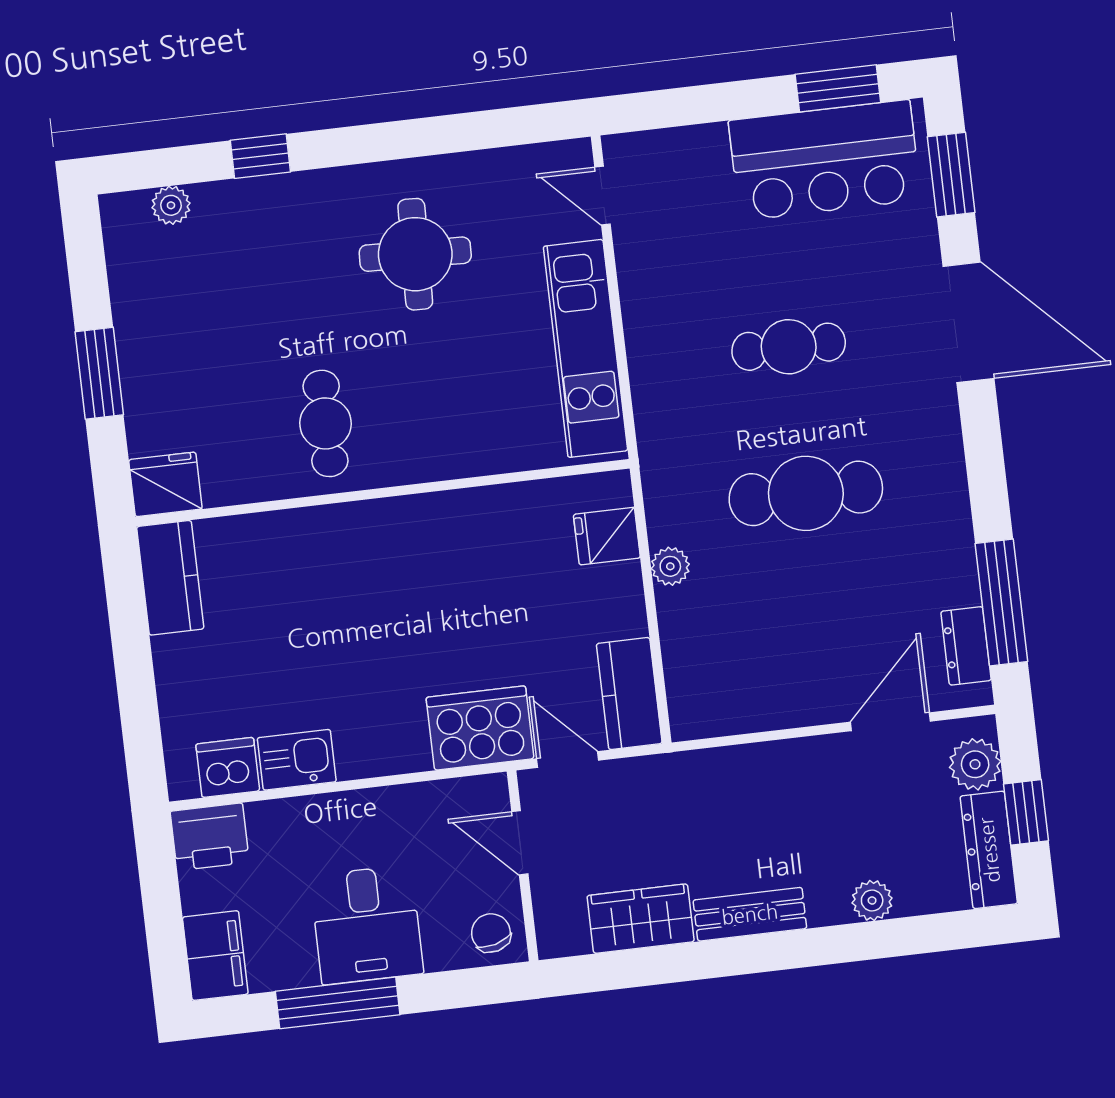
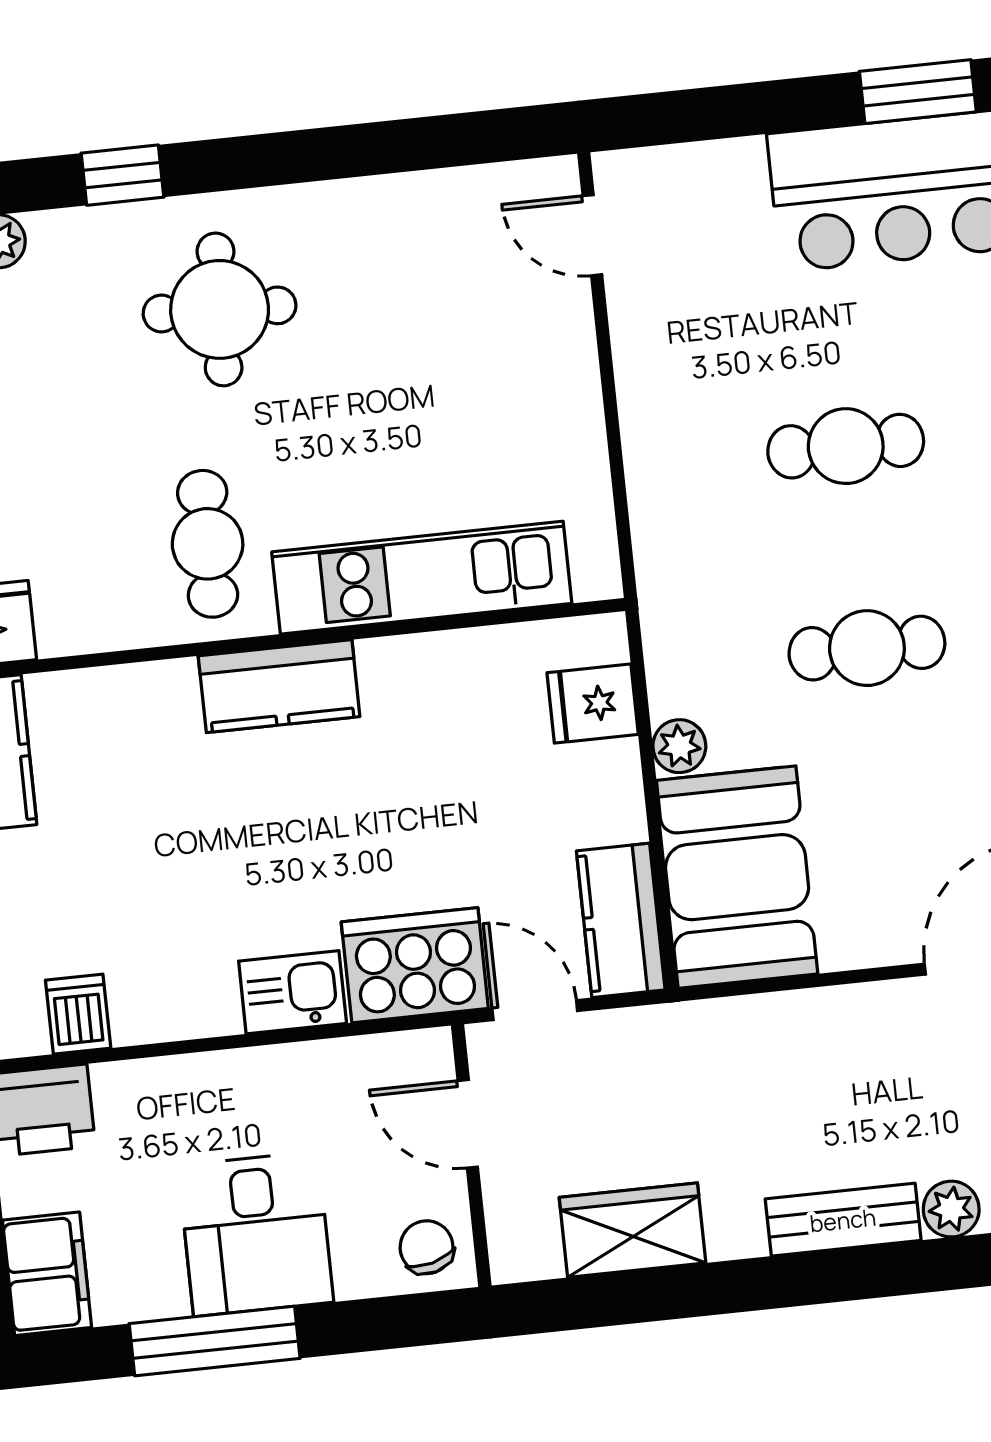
round table: (415, 254) -> (220, 309), moved
kitchen unit: (585, 348) -> (422, 578), moved, turned 90
cafe table: (806, 493) -> (867, 648), width x0.73, depth x0.74
kitchen counter: (379, 526) -> (279, 686), added
booth: (713, 661) -> (737, 877), added
kitchen sink: (297, 760) -> (293, 992), moved
dishwasher: (228, 767) -> (78, 1014), width x0.73
bench: (750, 914) -> (843, 1220), moved

